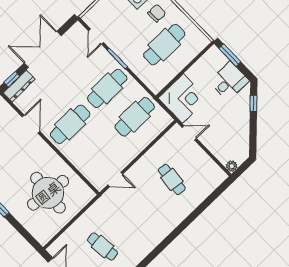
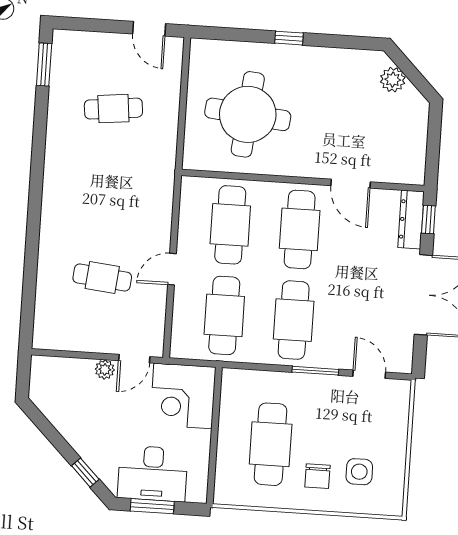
window: (230, 55) -> (152, 506), moved
desk: (229, 81) -> (153, 473), width x1.37
cafe table: (98, 153) -> (230, 225), added
plant: (232, 166) -> (105, 369), moved
door: (115, 179) -> (172, 269), moved

